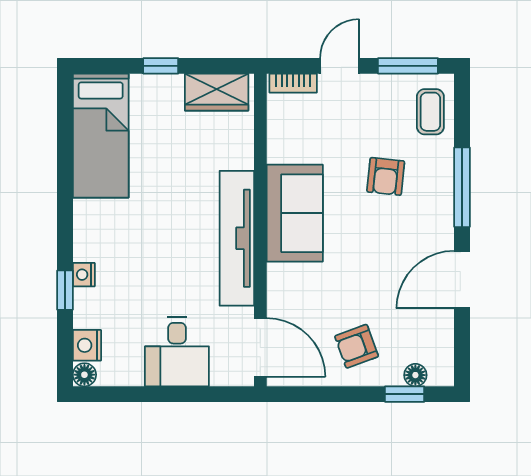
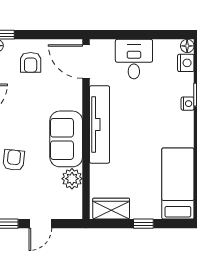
bookcase: (293, 83) -> (67, 214), removed
plant: (285, 144) -> (72, 179), added
armchair: (357, 346) -> (31, 62), turned 110

